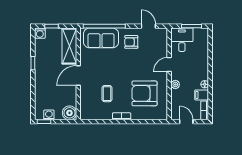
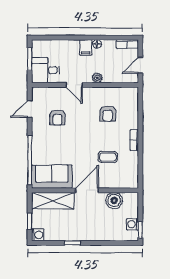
sofa: (101, 38) -> (52, 177), moved, turned -90
armchair: (131, 42) -> (57, 118), moved
door: (78, 76) -> (87, 190), swing flipped
armchair: (144, 93) -> (108, 114), width x0.53, depth x0.53
filing cabinet: (202, 95) -> (86, 47), moved
boiler: (69, 113) -> (114, 200), moved

